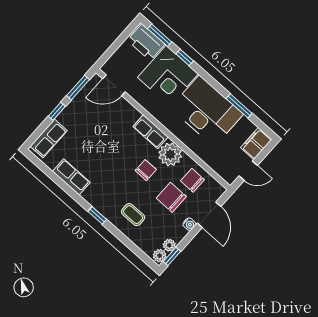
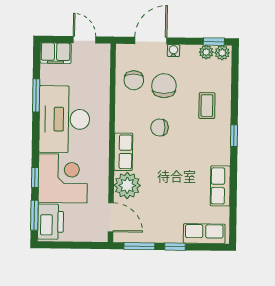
plant: (170, 154) -> (127, 185), moved
chair: (171, 197) -> (164, 86), turned 180

